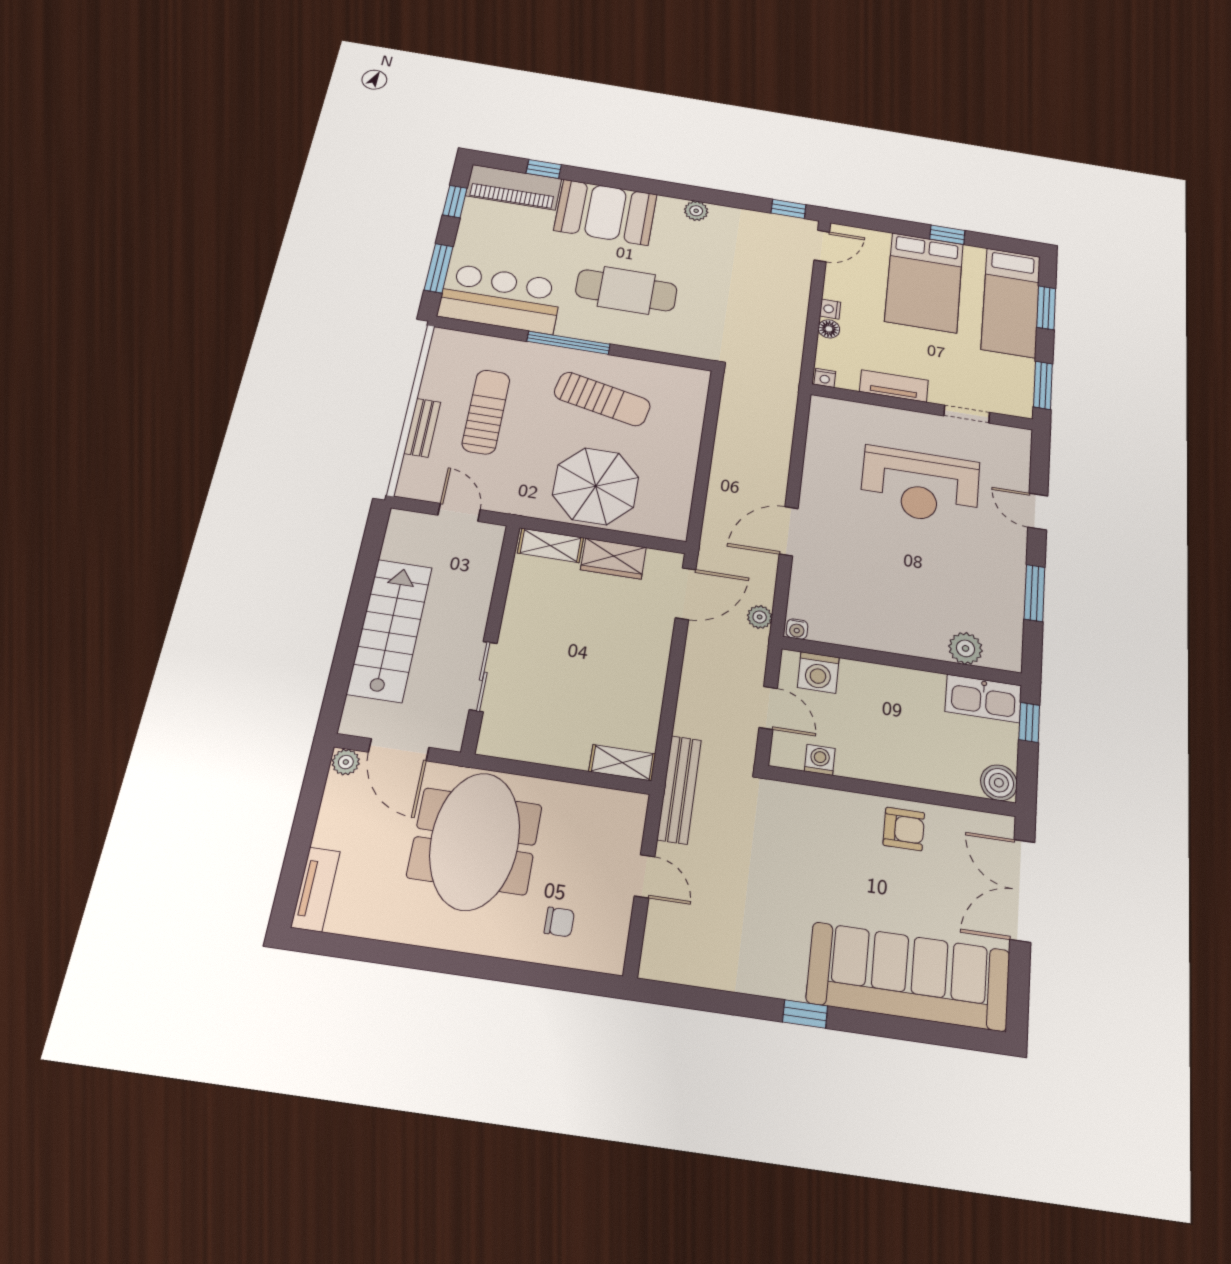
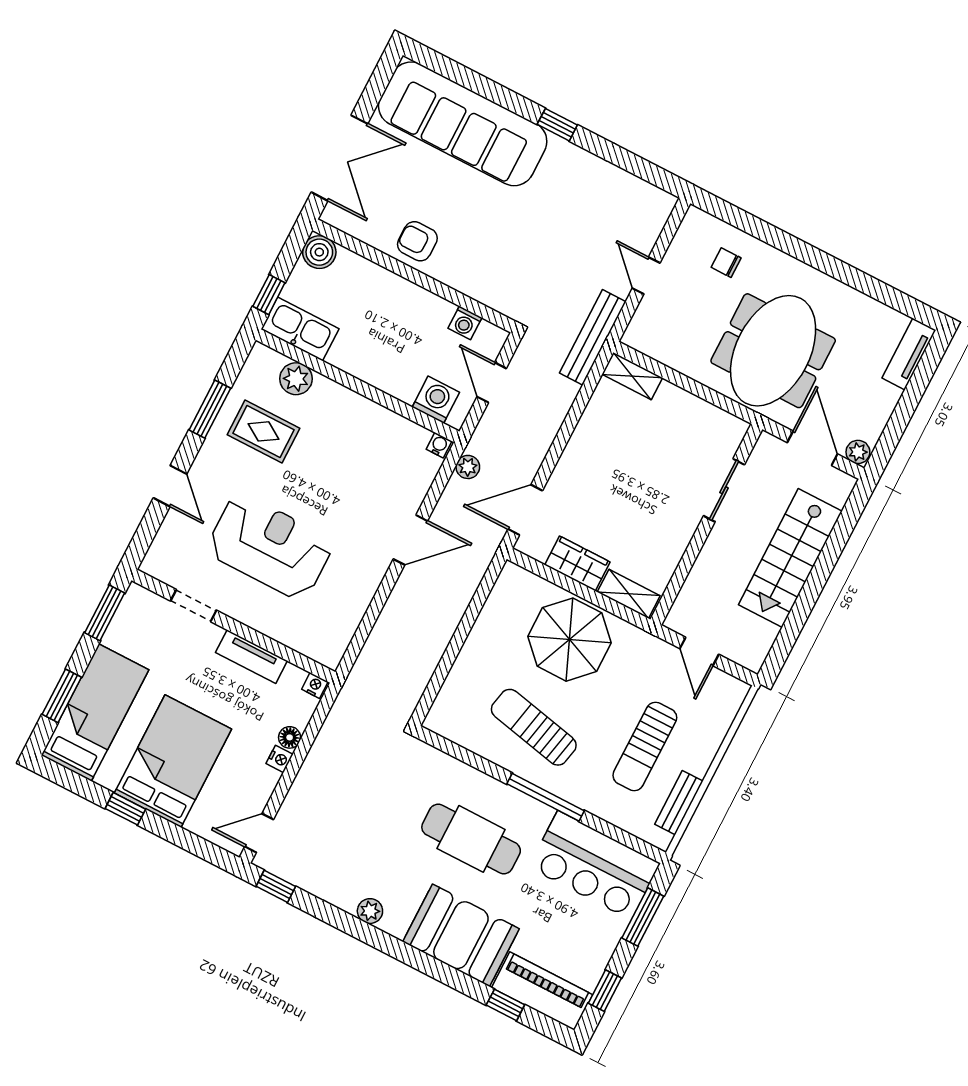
bench: (422, 428) -> (679, 803), moved
rug: (974, 588) -> (264, 431), added

